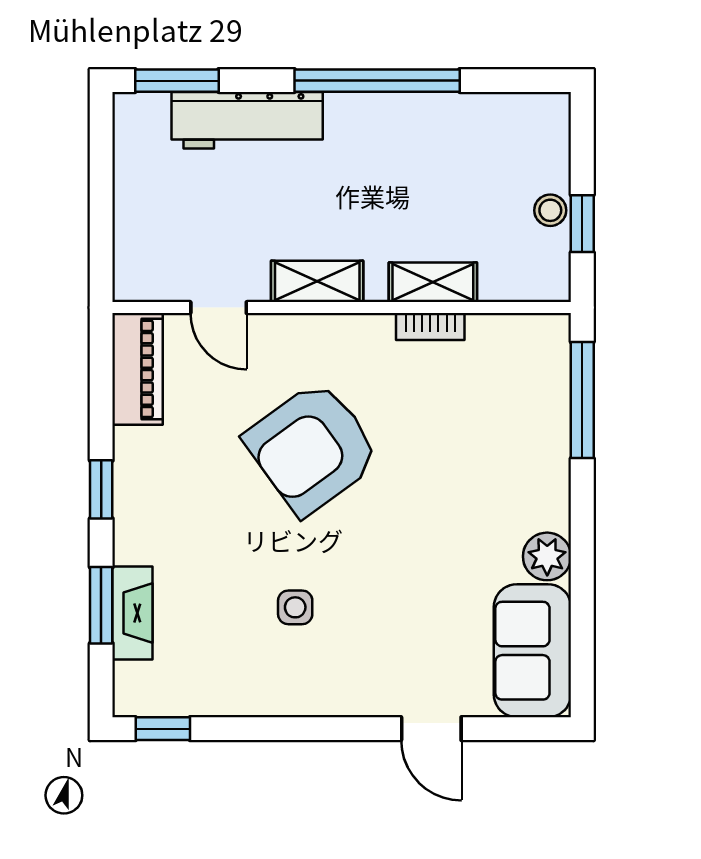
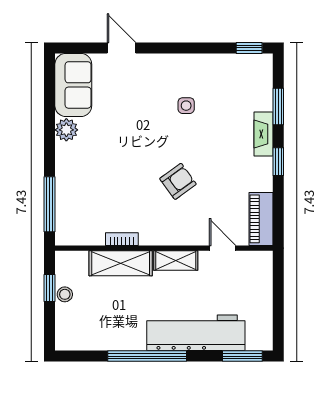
workbench: (247, 120) -> (196, 333), width x1.36, depth x1.32
shelving: (433, 282) -> (121, 263), width x1.50, depth x1.33
armchair: (312, 448) -> (178, 181), width x0.53, depth x0.53
fireplace: (132, 613) -> (264, 134), moved

